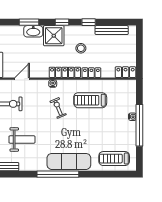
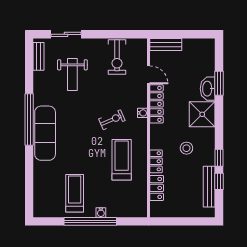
window: (62, 22) -> (219, 181), moved
locker: (65, 72) -> (156, 104), moved
locker: (126, 72) -> (157, 188), moved
treadmill: (114, 159) -> (75, 193), moved

